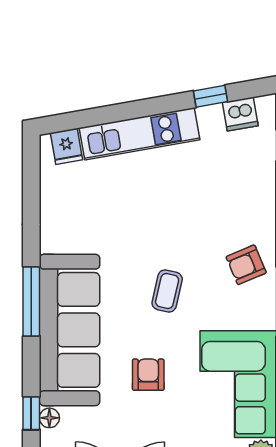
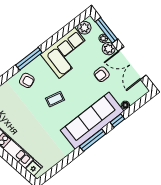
armchair: (148, 375) -> (102, 74), moved
window: (31, 413) -> (117, 121), moved

